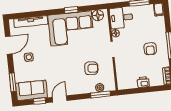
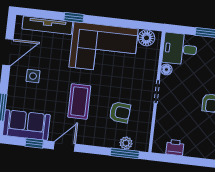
window: (71, 10) -> (74, 17), moved
coffee table: (63, 67) -> (79, 101), added
printer: (143, 82) -> (175, 147), moved

